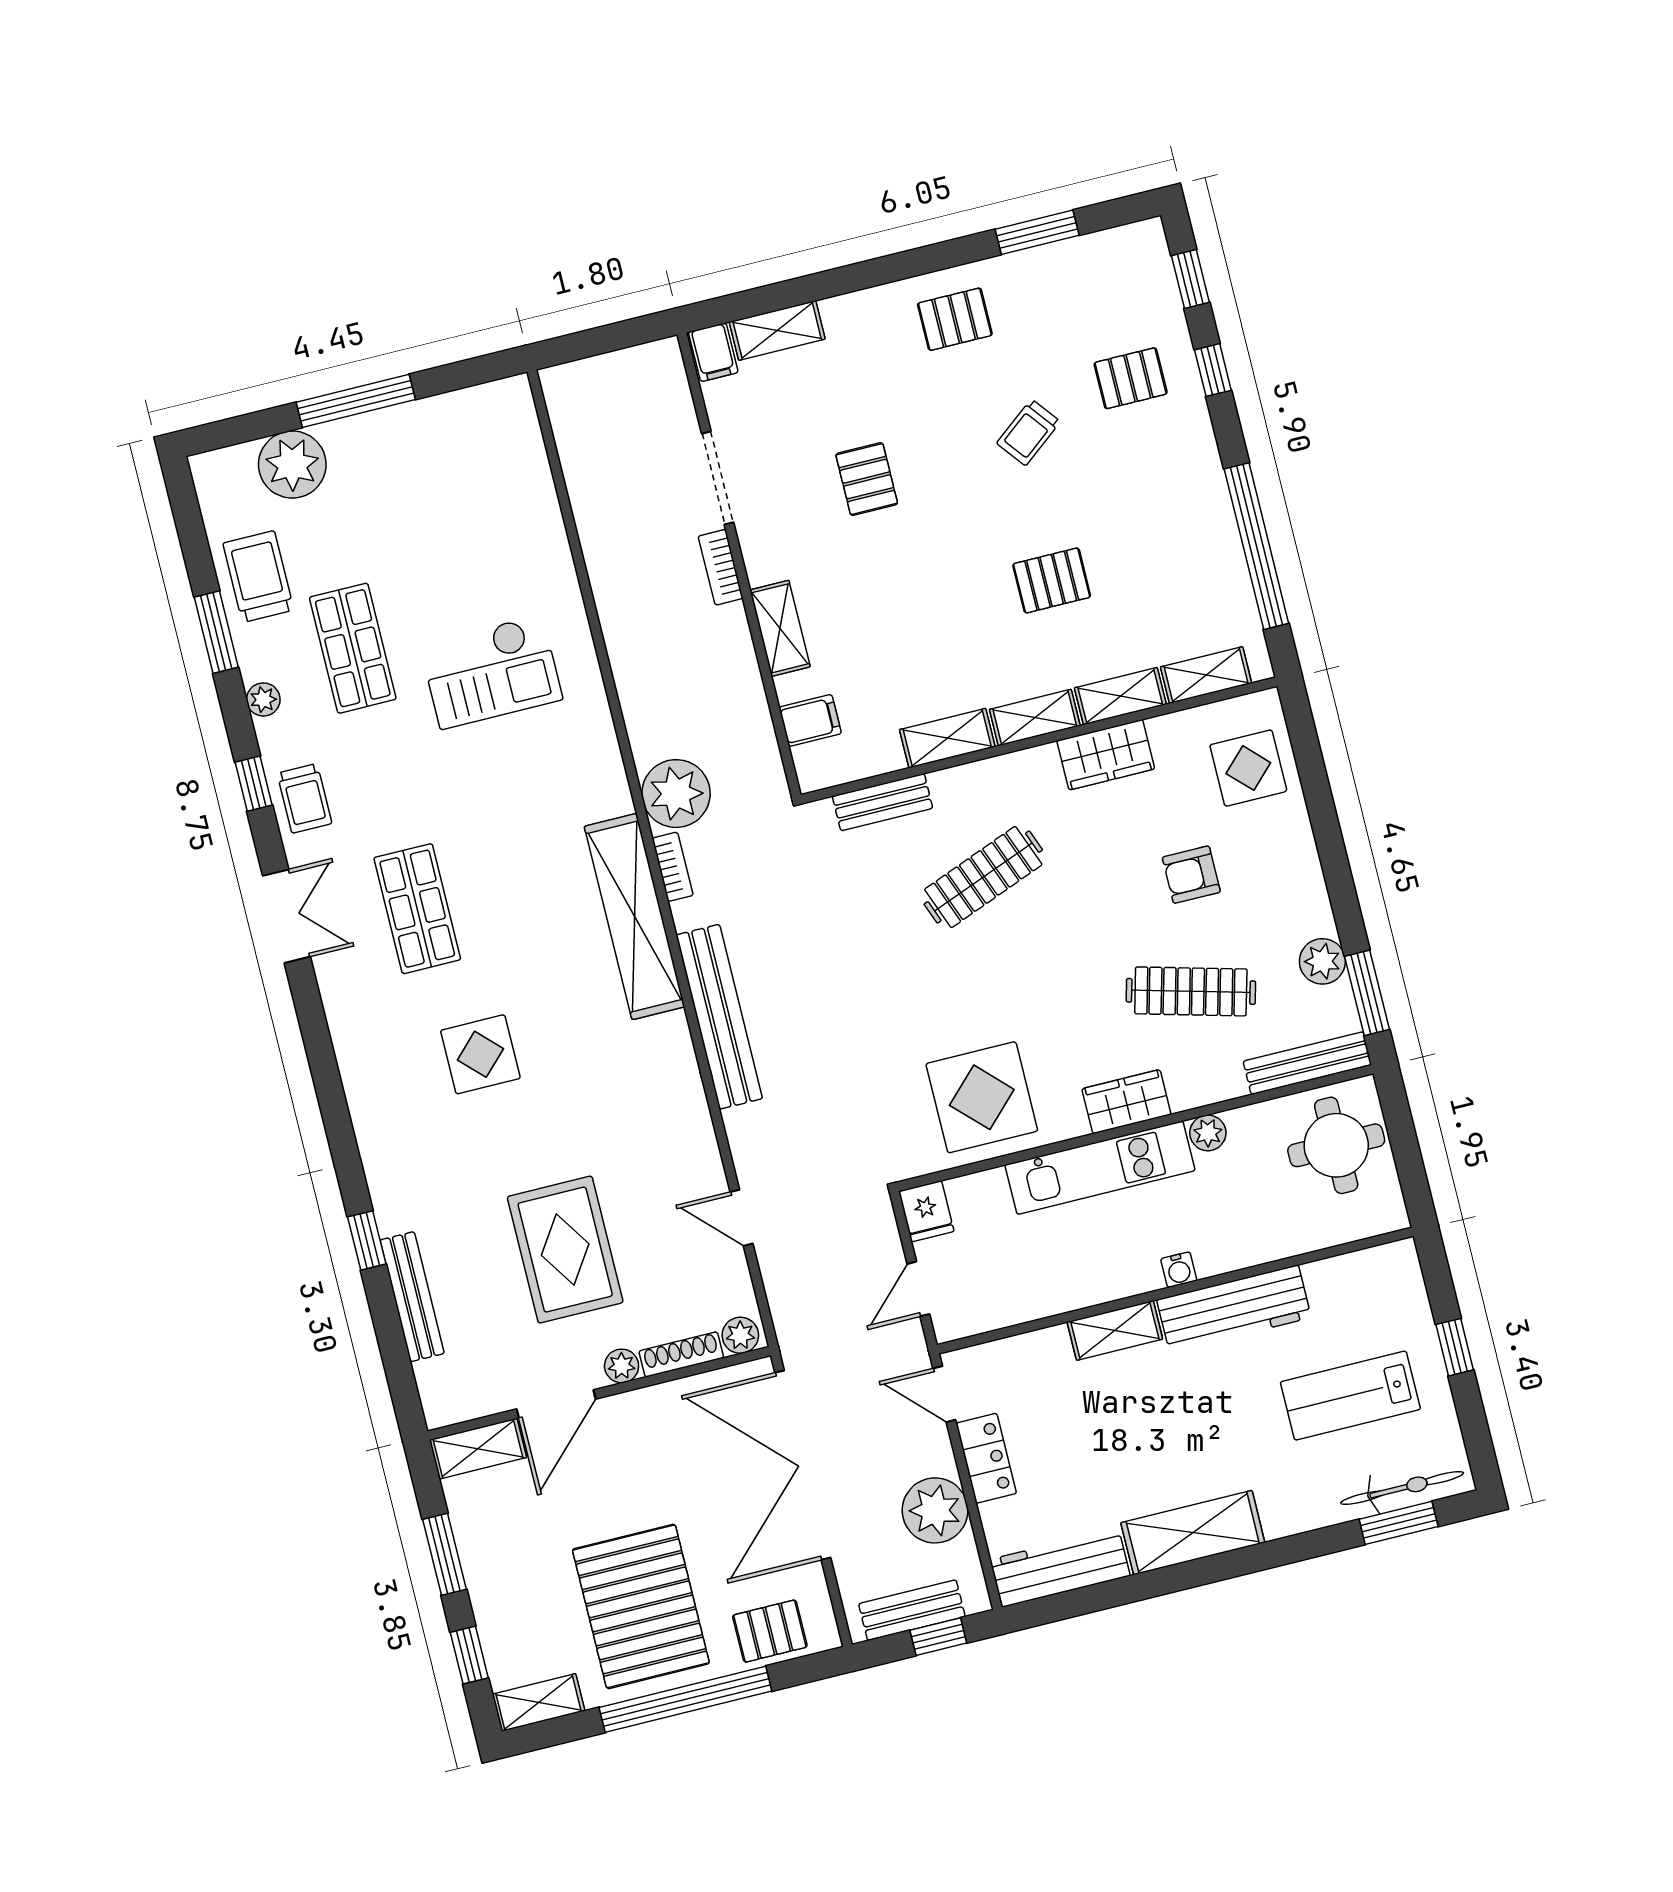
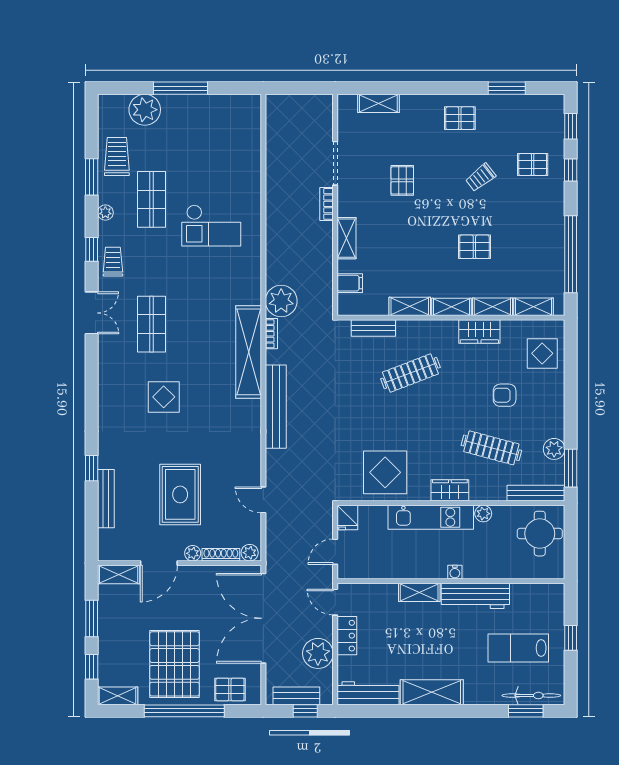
filing cabinet: (713, 352) -> (347, 106), removed
trolley: (305, 798) -> (113, 262), turned 180

